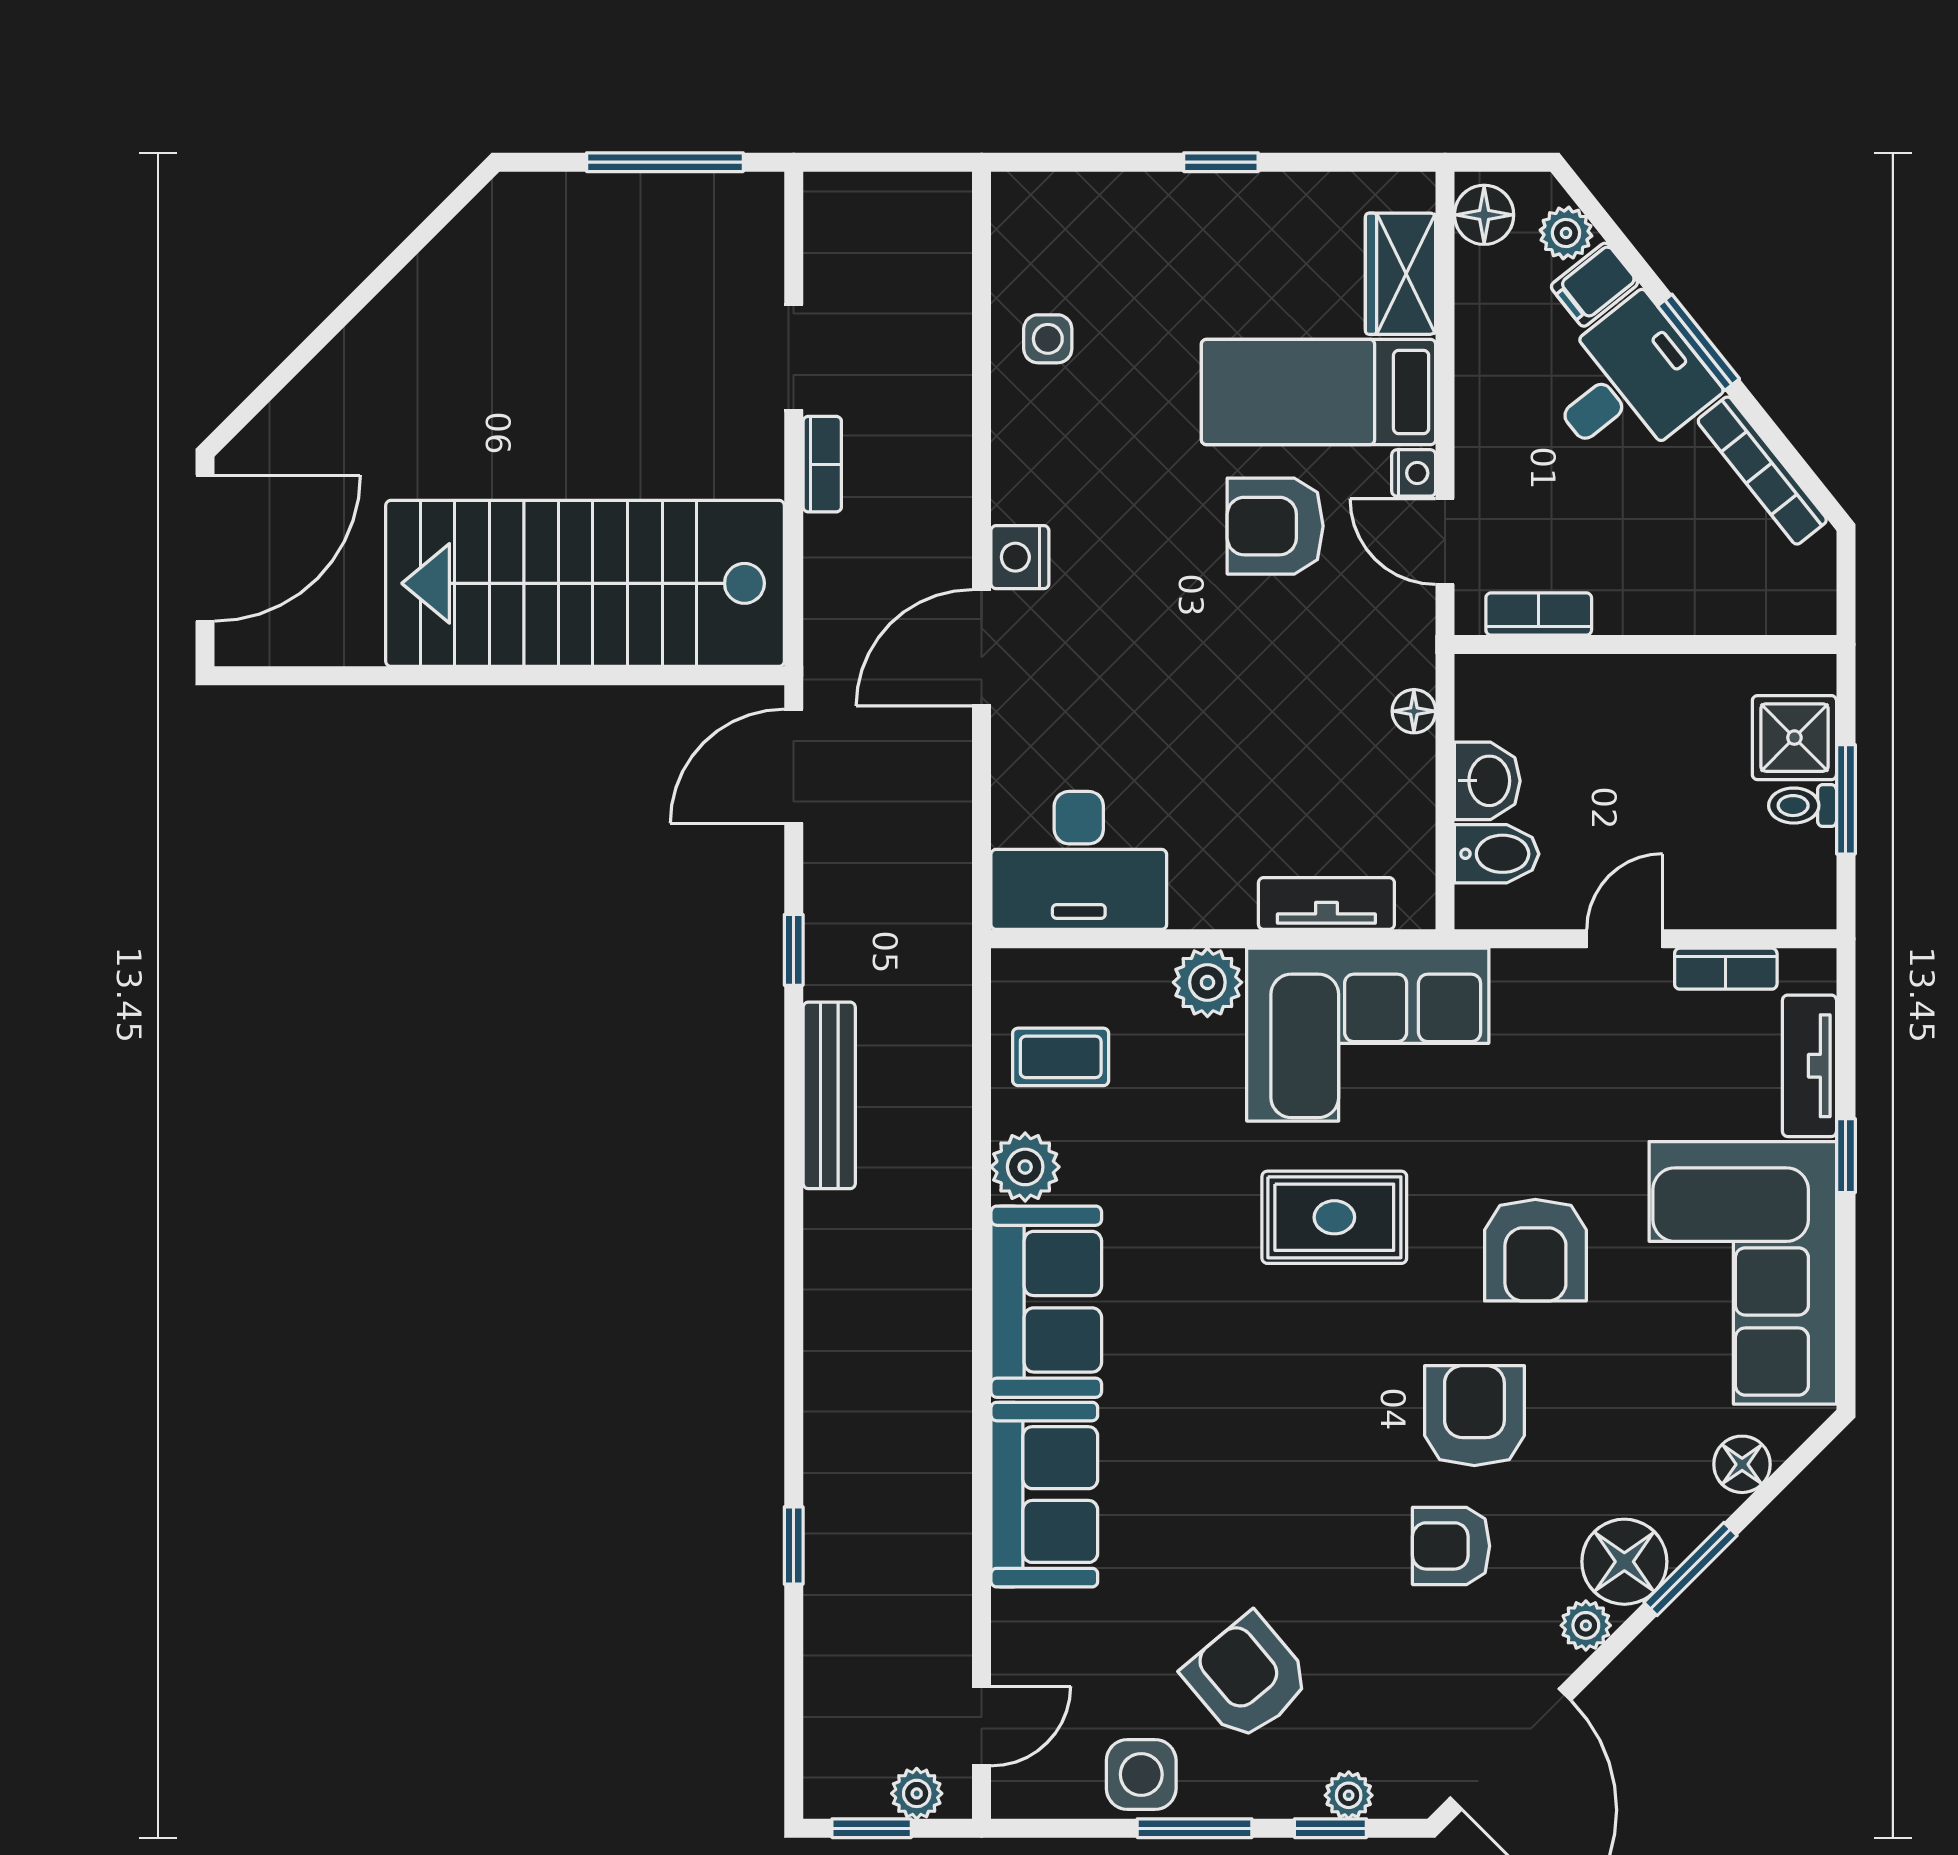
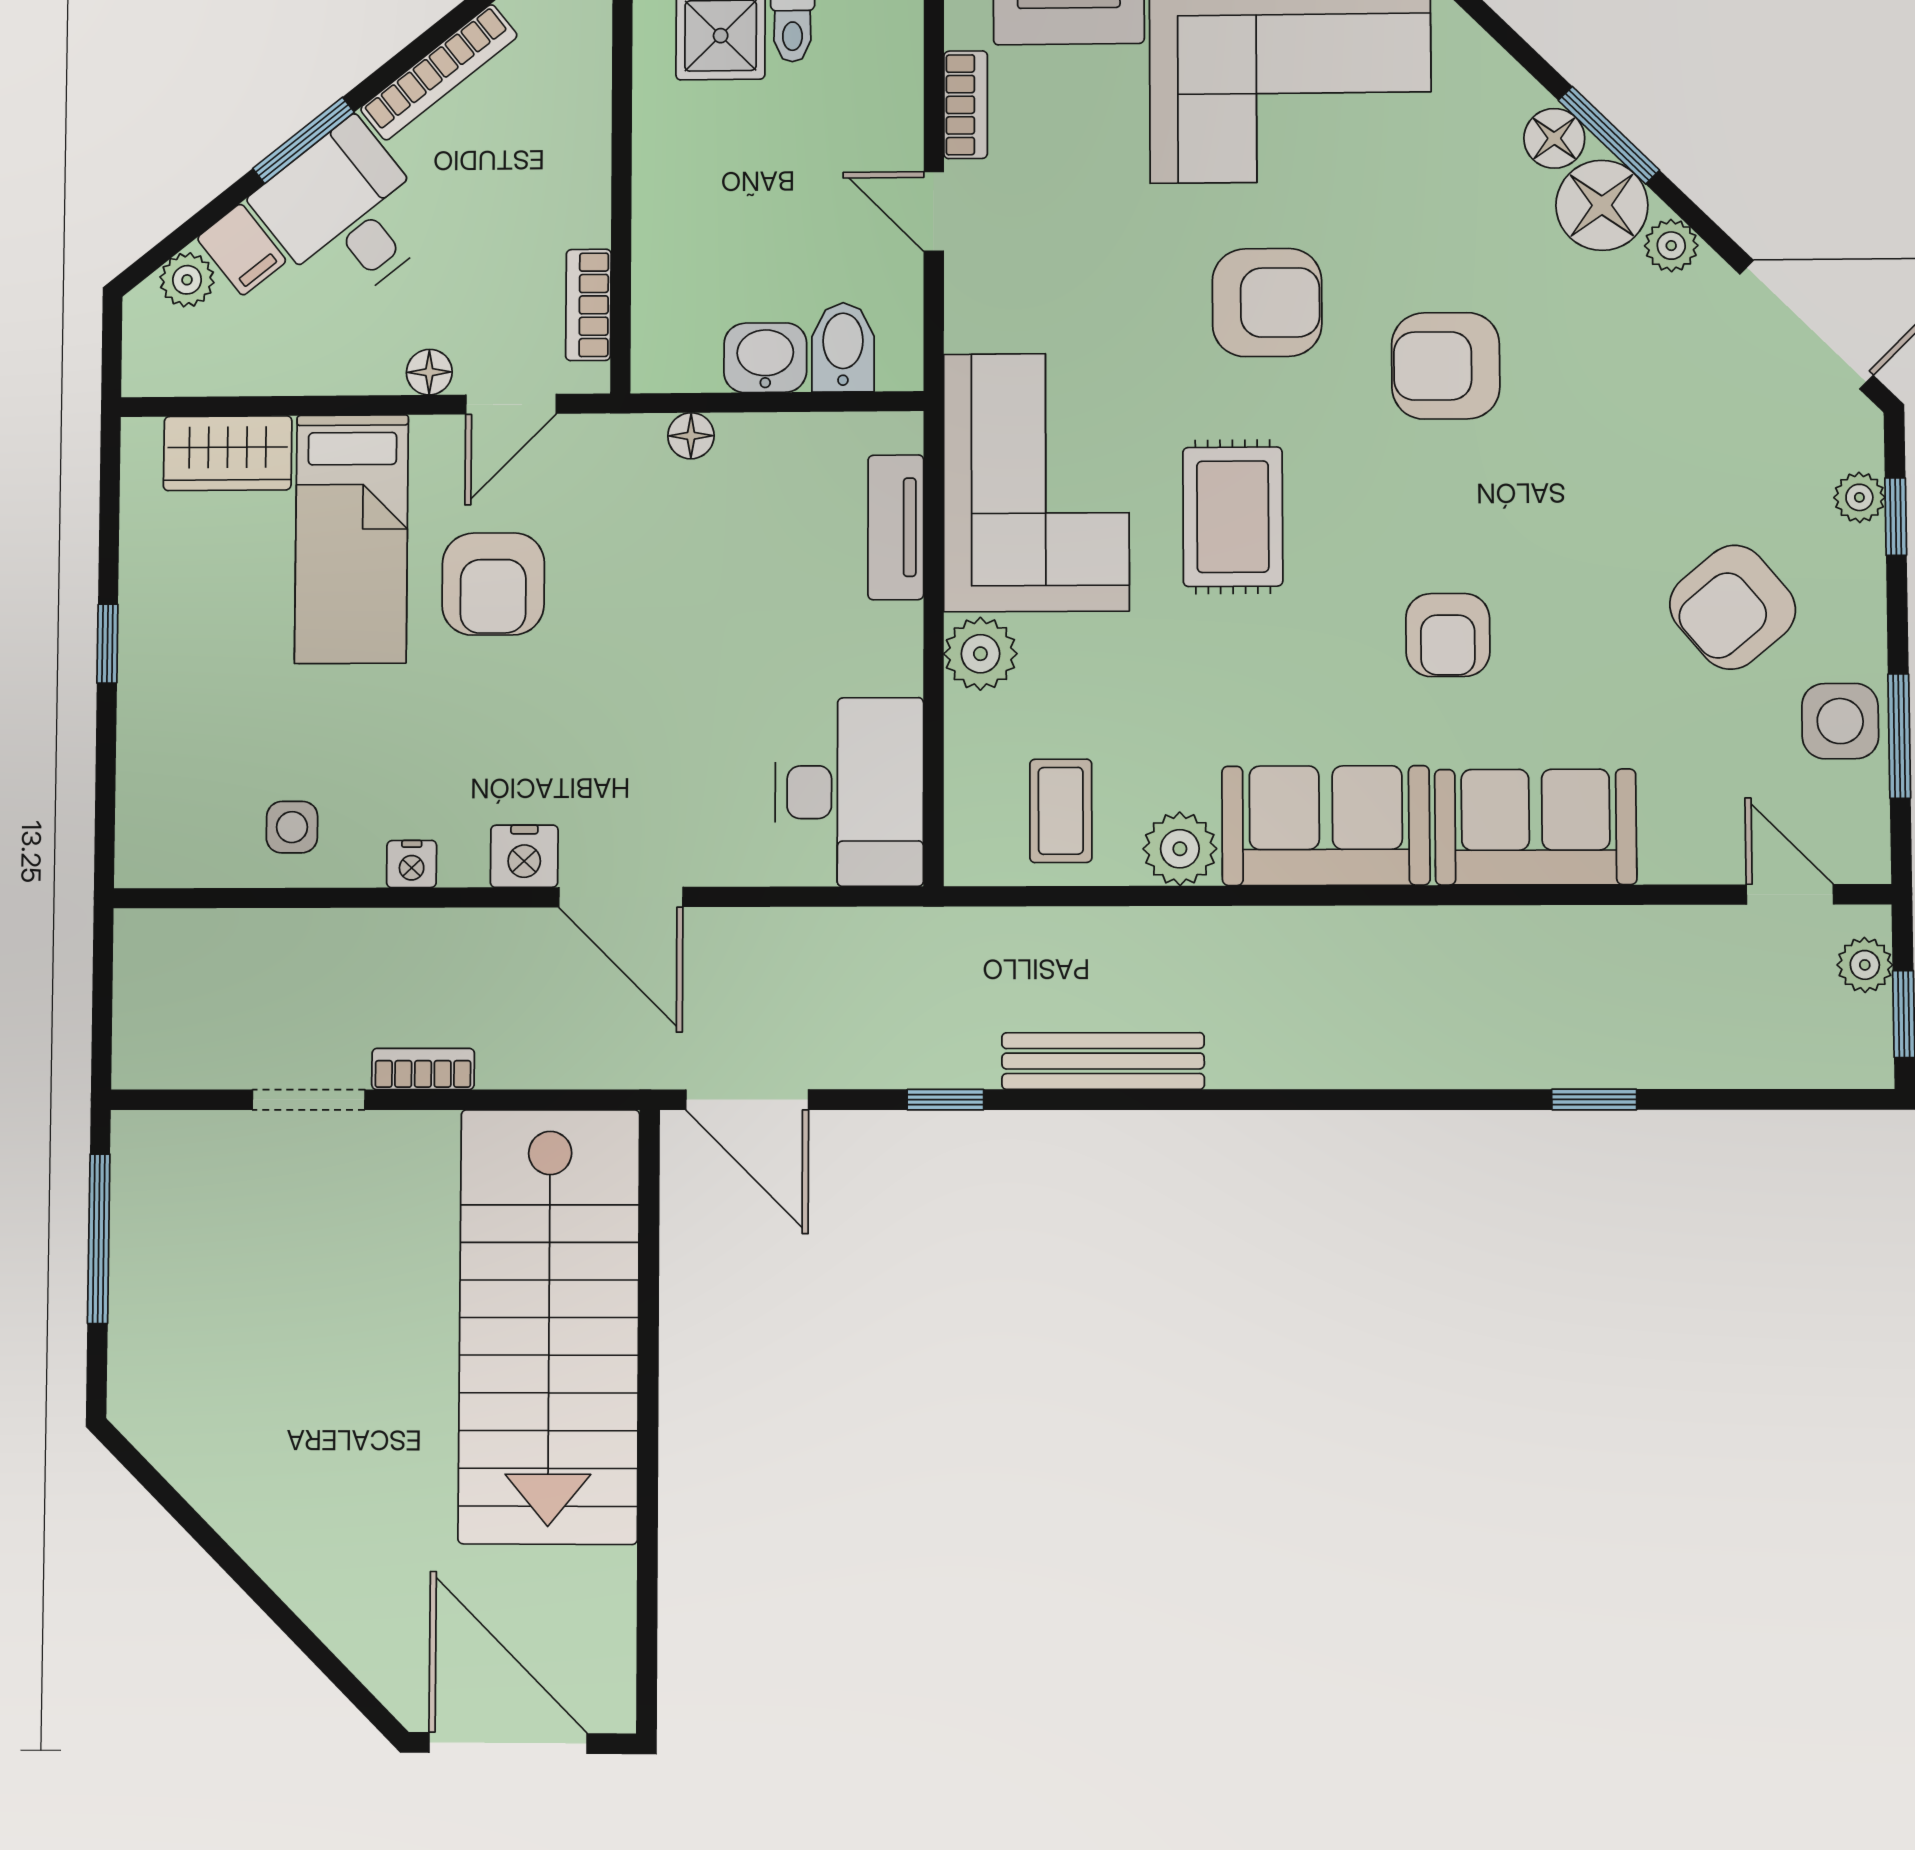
floor lamp: (1484, 215) -> (429, 372), moved, width x0.73, depth x0.73
nightstand: (1414, 473) -> (412, 864), moved, turned 180
floor lamp: (1742, 1464) -> (1554, 138), moved
armchair: (1451, 1546) -> (1448, 635), moved
window: (1195, 1828) -> (1899, 736), moved

